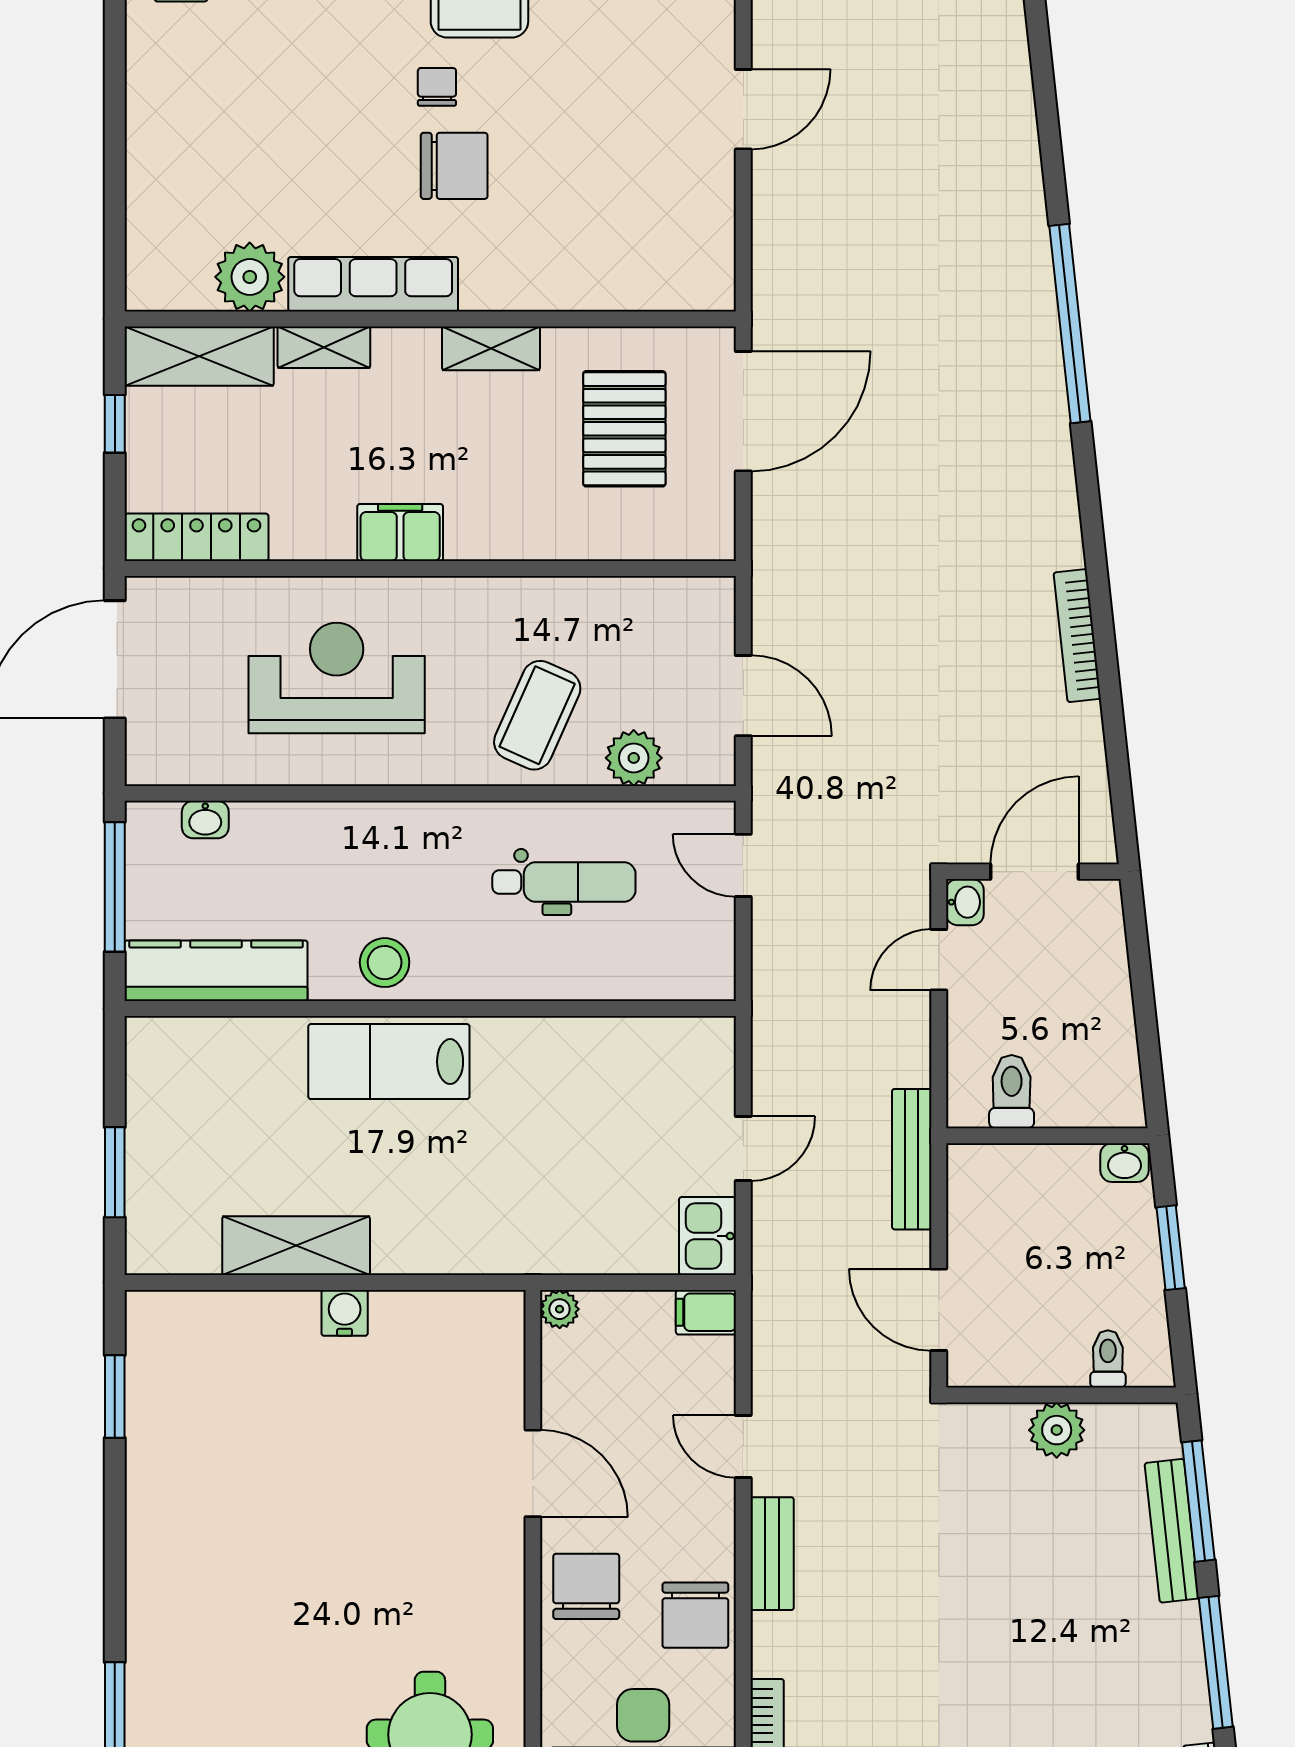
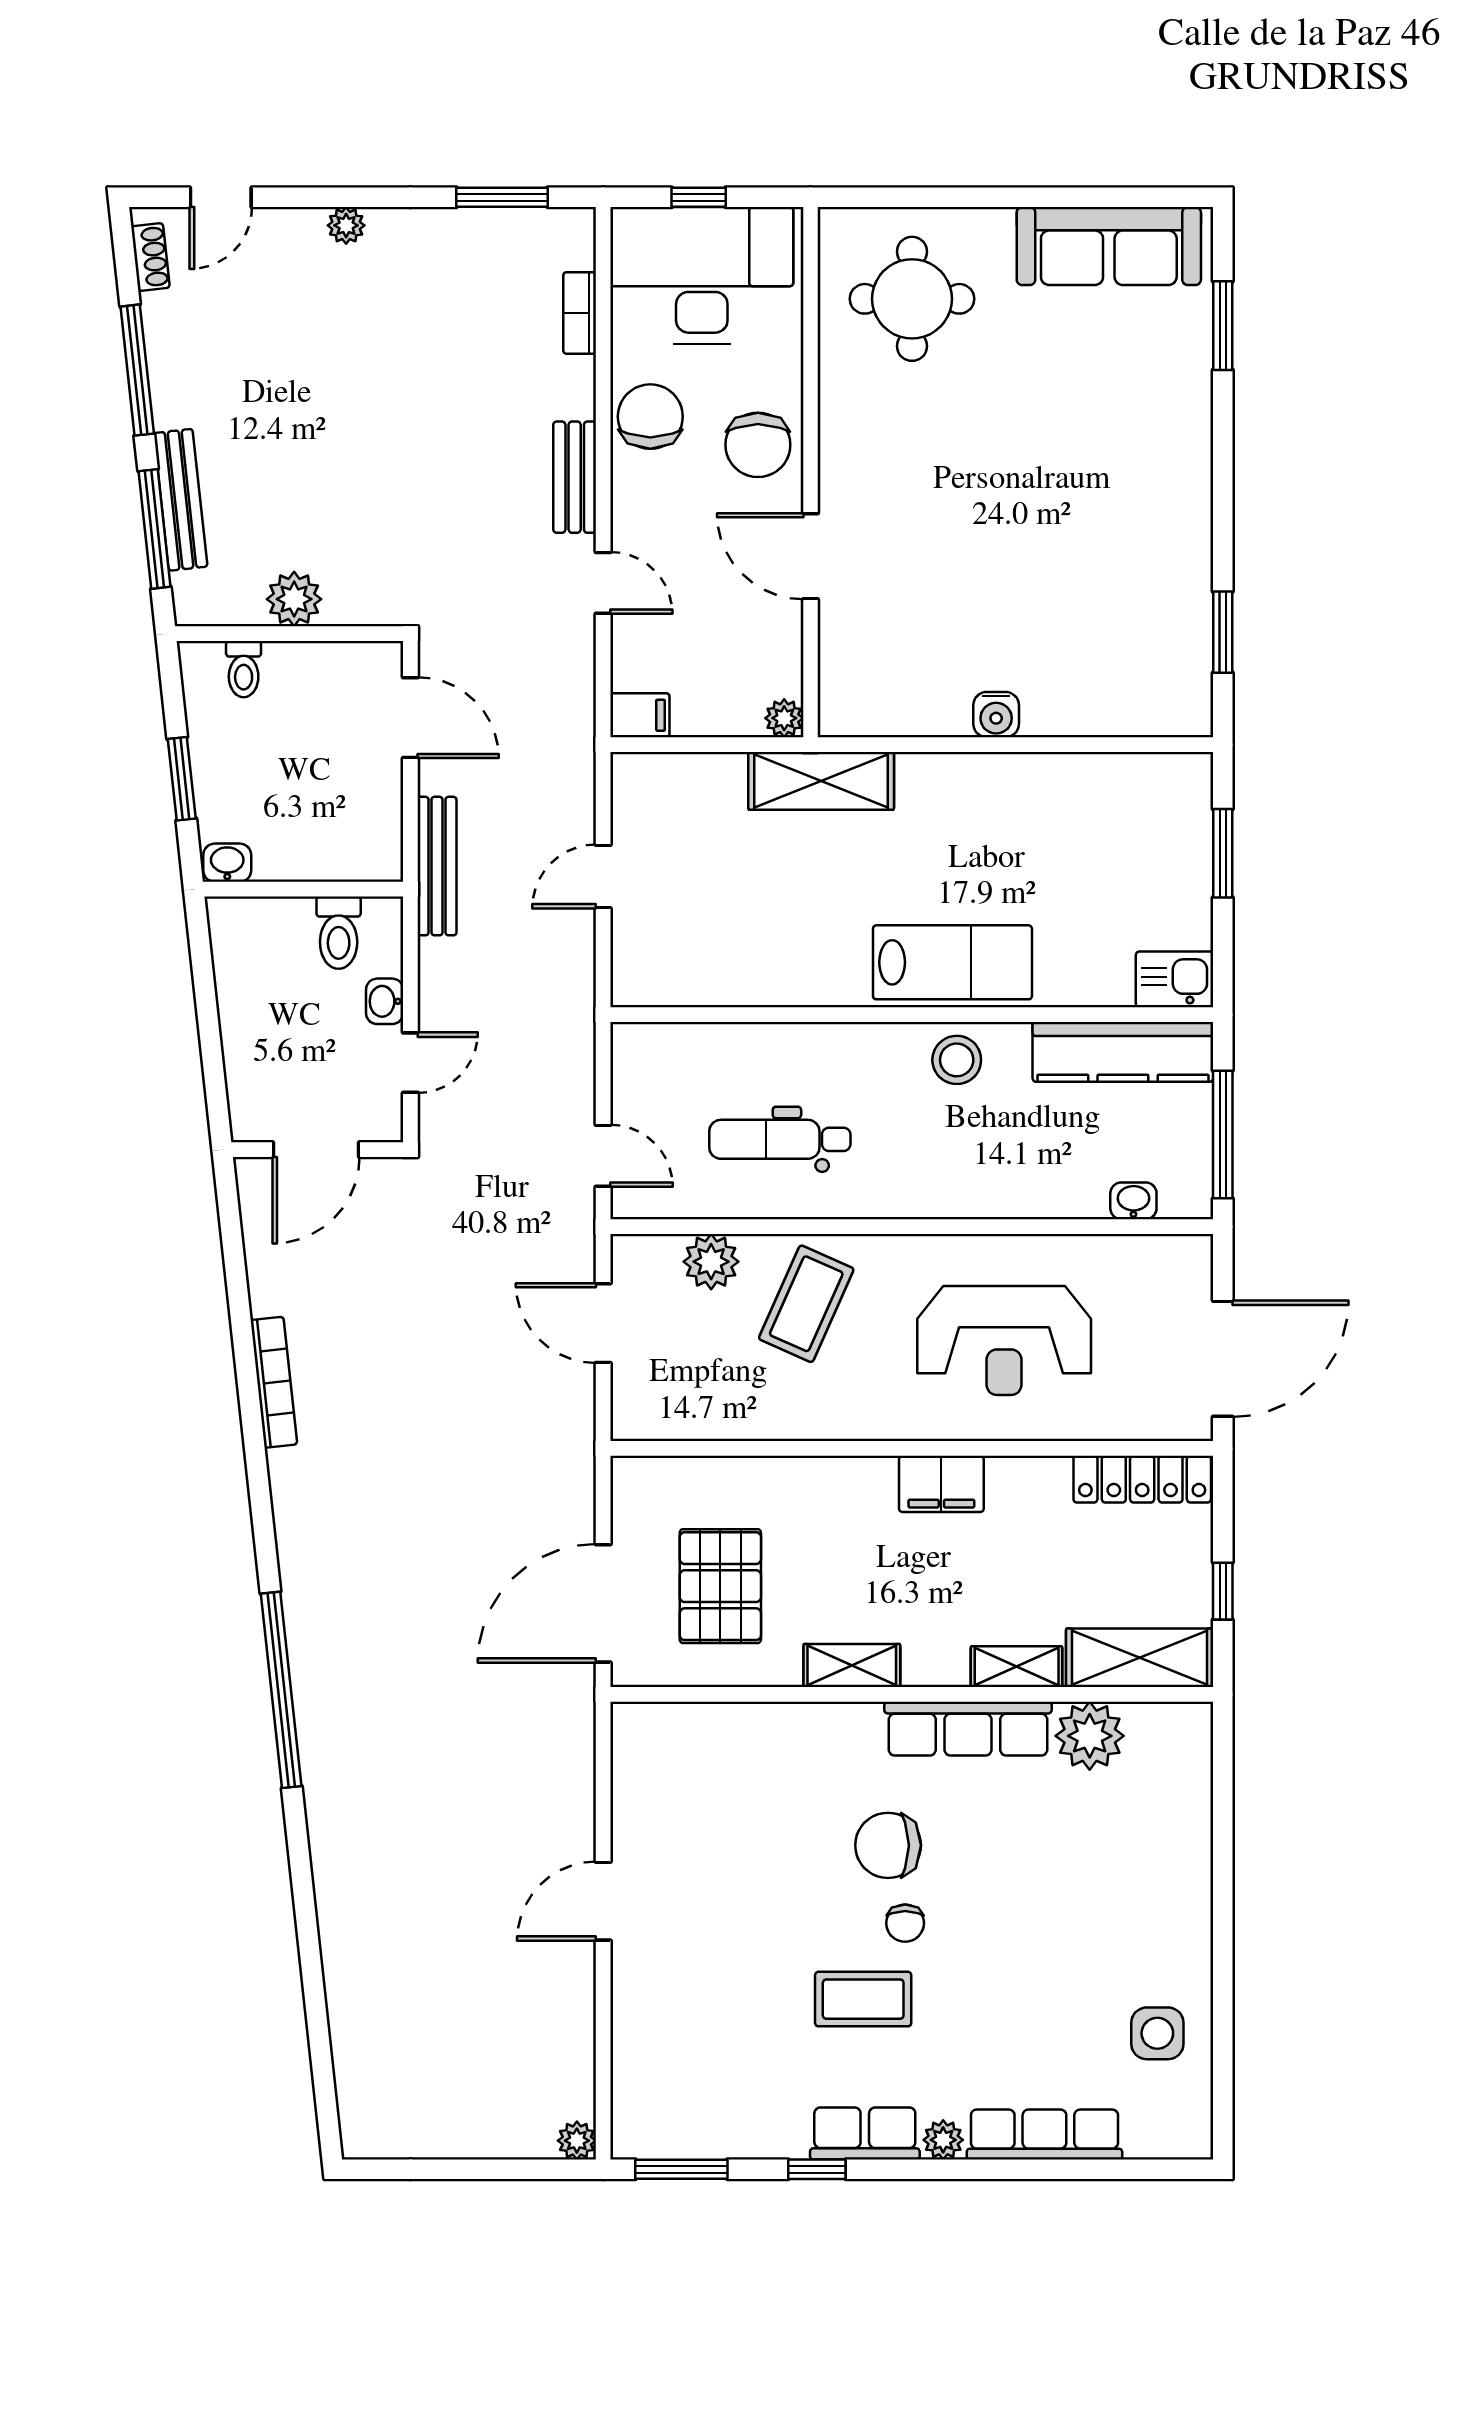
washbasin: (965, 902) -> (385, 1001), moved
kitchen sink: (707, 1236) -> (1175, 979), moved, turned -90
shelving: (296, 1246) -> (821, 781), moved

